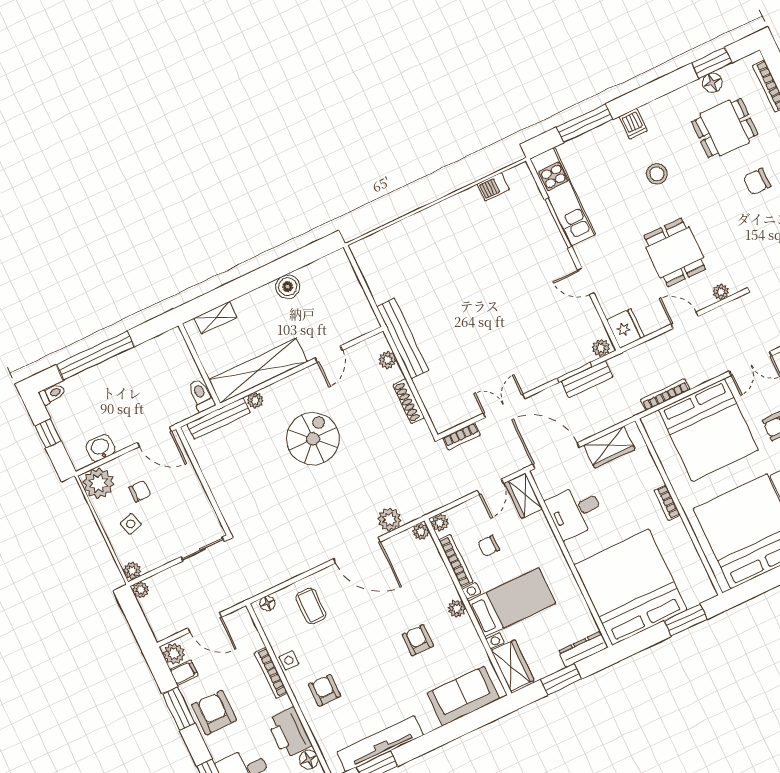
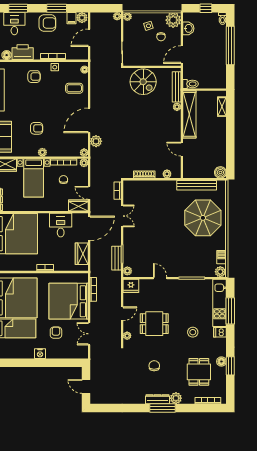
window: (712, 63) -> (230, 366), moved
floor lamp: (712, 83) -> (221, 361), moved
plant: (521, 176) -> (220, 272), added
chair: (757, 182) -> (154, 366), moved
kitchen unit: (563, 196) -> (220, 303), moved, turned 90
parasol: (437, 255) -> (203, 218), added
door: (586, 281) -> (160, 278), hinge flipped
boiler: (288, 287) -> (220, 172), moved
bench: (403, 338) -> (197, 185), moved
spiral stairs: (313, 439) -> (143, 82), moved

